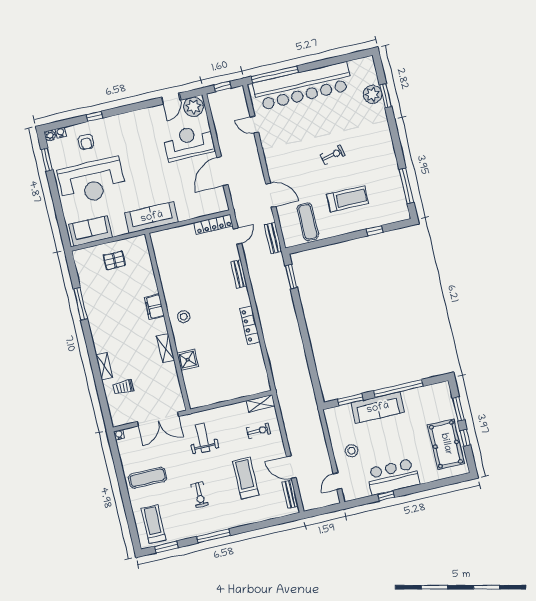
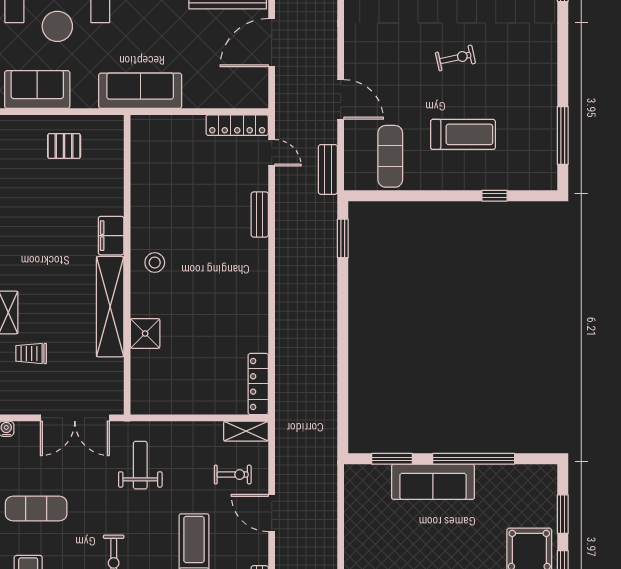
door: (237, 236) -> (272, 153), hinge flipped
locker: (250, 325) -> (258, 384), moved
shelving: (165, 348) -> (110, 307), width x2.20, depth x1.33
stool: (351, 451) -> (375, 542), removed
door: (291, 467) -> (272, 513), moved

